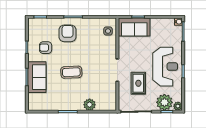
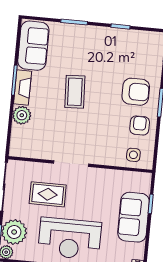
sofa: (134, 27) -> (134, 217), moved
armchair: (46, 48) -> (140, 125), moved
sofa: (37, 77) -> (33, 46), moved, turned -90
fireplace: (72, 106) -> (23, 88), added

